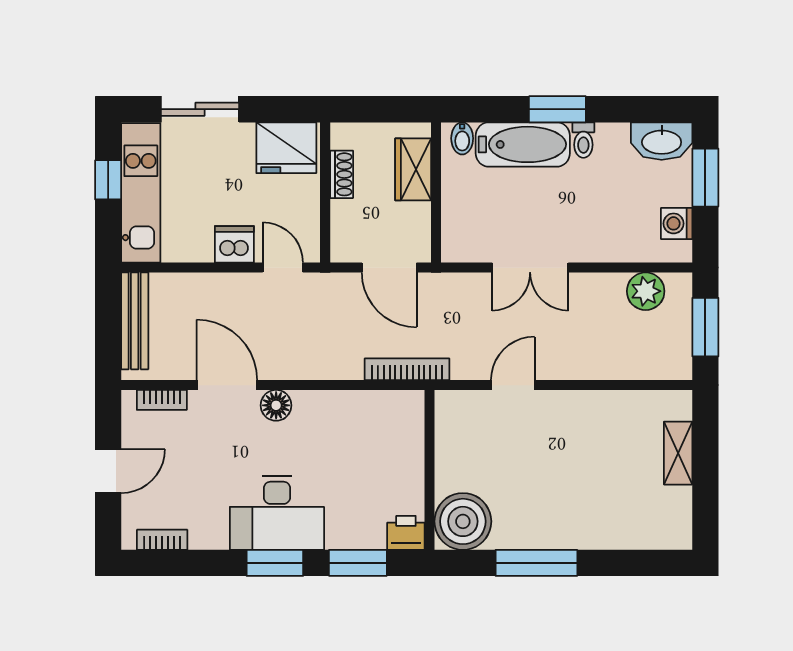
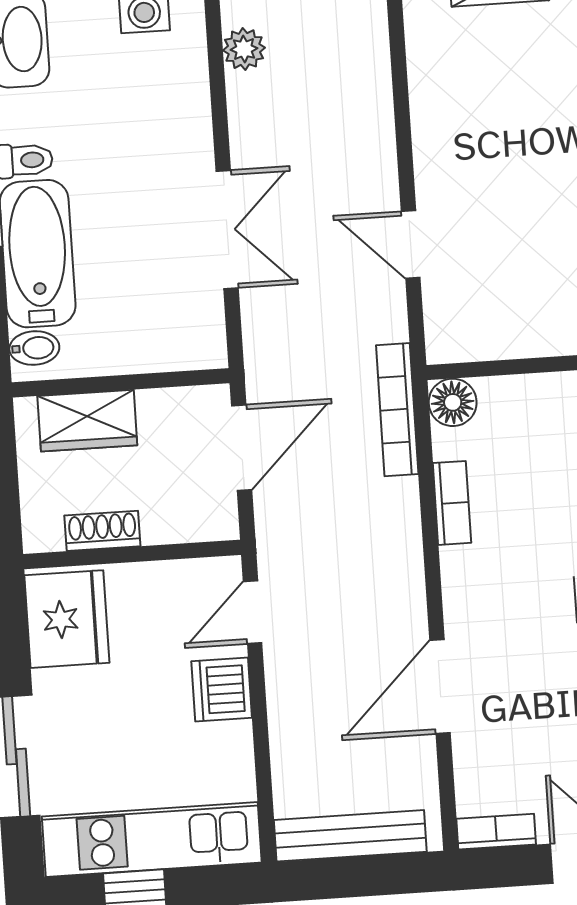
plant: (646, 291) -> (244, 49), width x0.73, depth x0.73
bookcase: (162, 400) -> (496, 832), moved, turned -90
bookcase: (345, 401) -> (452, 503), added
floor lamp: (276, 405) -> (453, 402), moved

